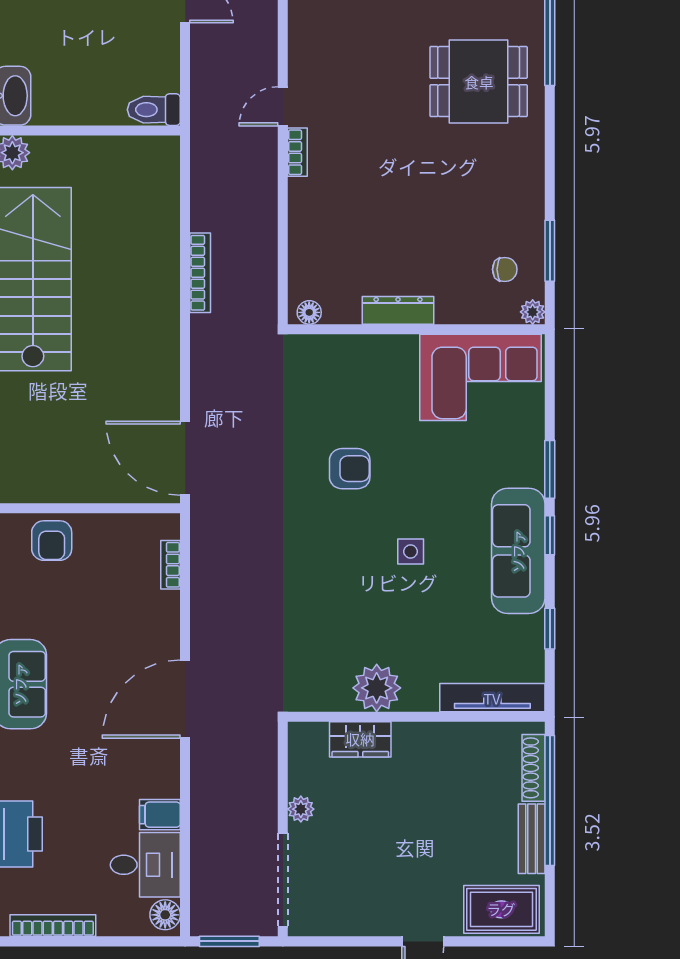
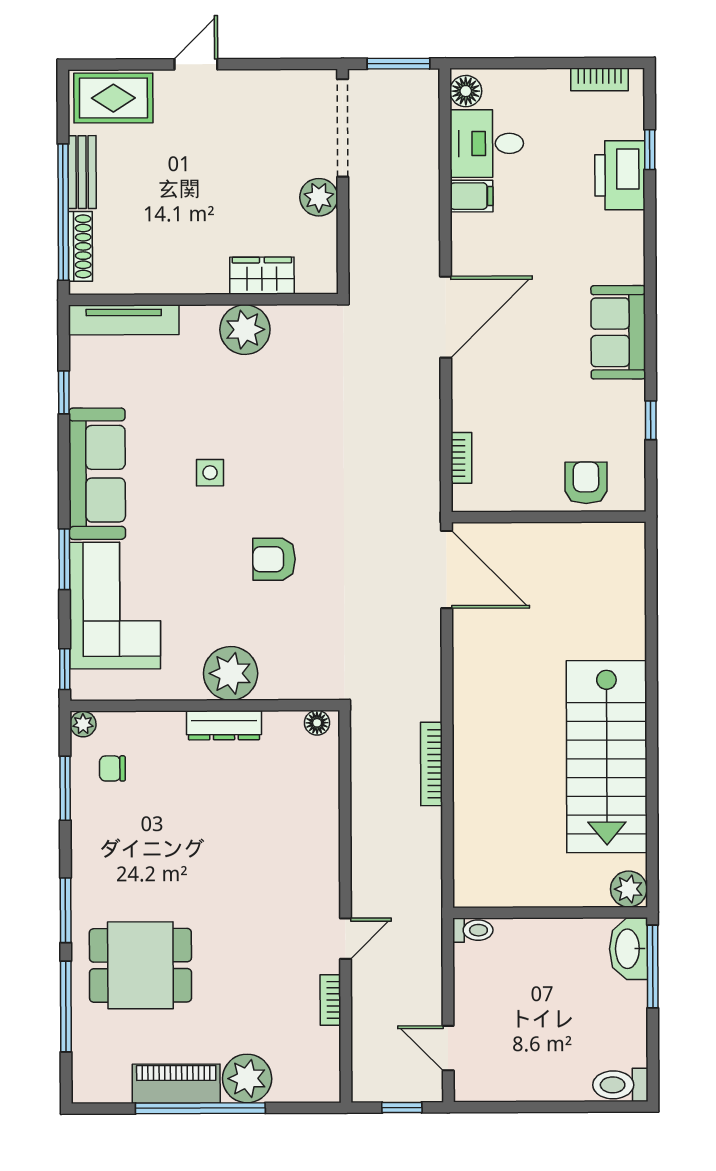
toilet: (154, 110) -> (473, 930), width x0.73, depth x0.72
window: (550, 134) -> (66, 910), added
bookcase: (297, 152) -> (330, 1000), moved
plant: (392, 360) -> (231, 673), added
corner sofa: (481, 377) -> (115, 606), moved, turned 90
window: (550, 535) -> (65, 669), moved
plant: (301, 809) -> (319, 197), width x1.38, depth x1.38
bookcase: (53, 926) -> (600, 79), width x0.64

